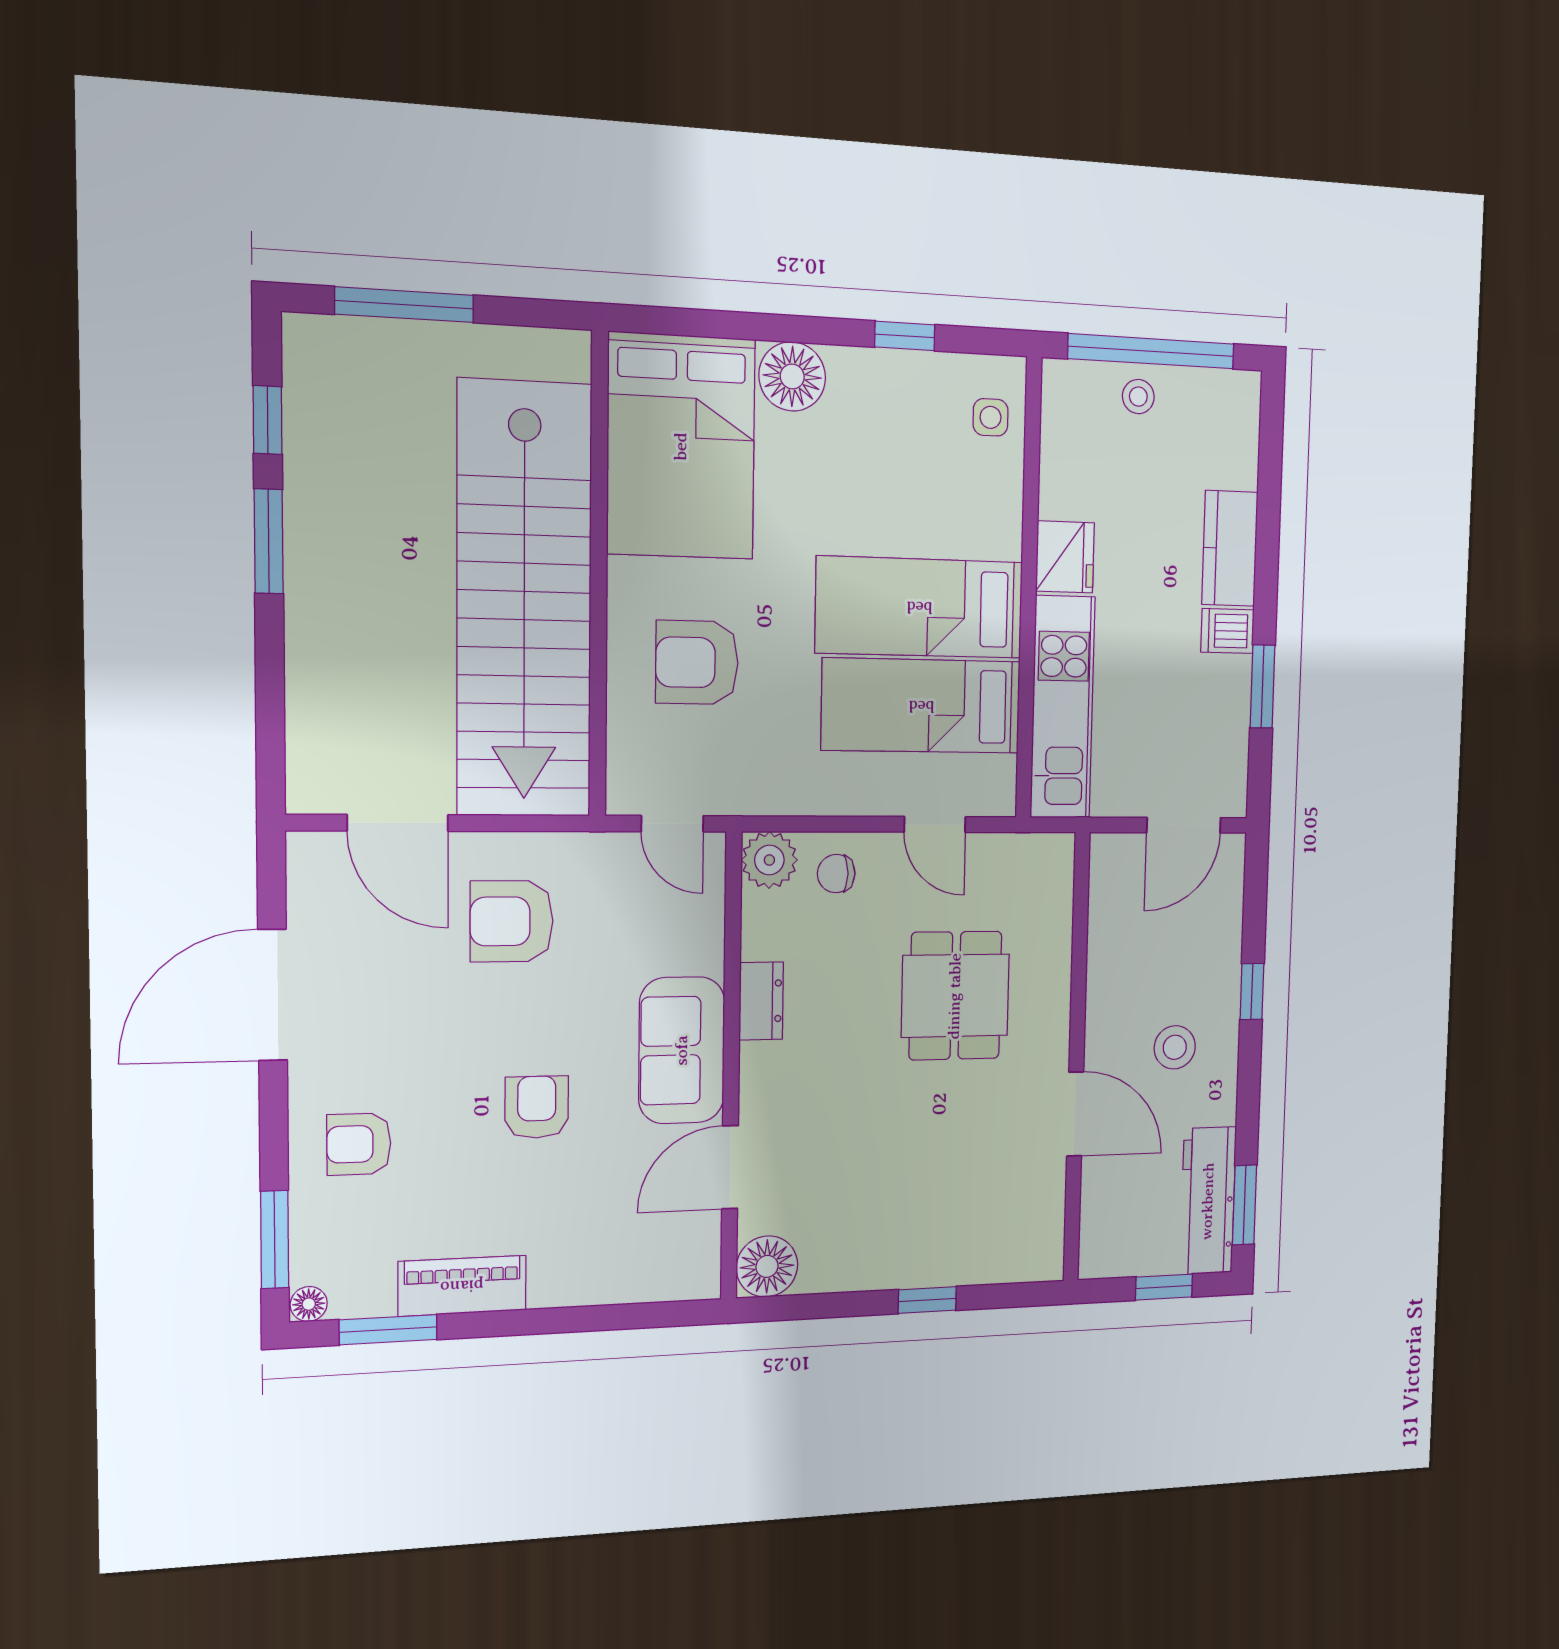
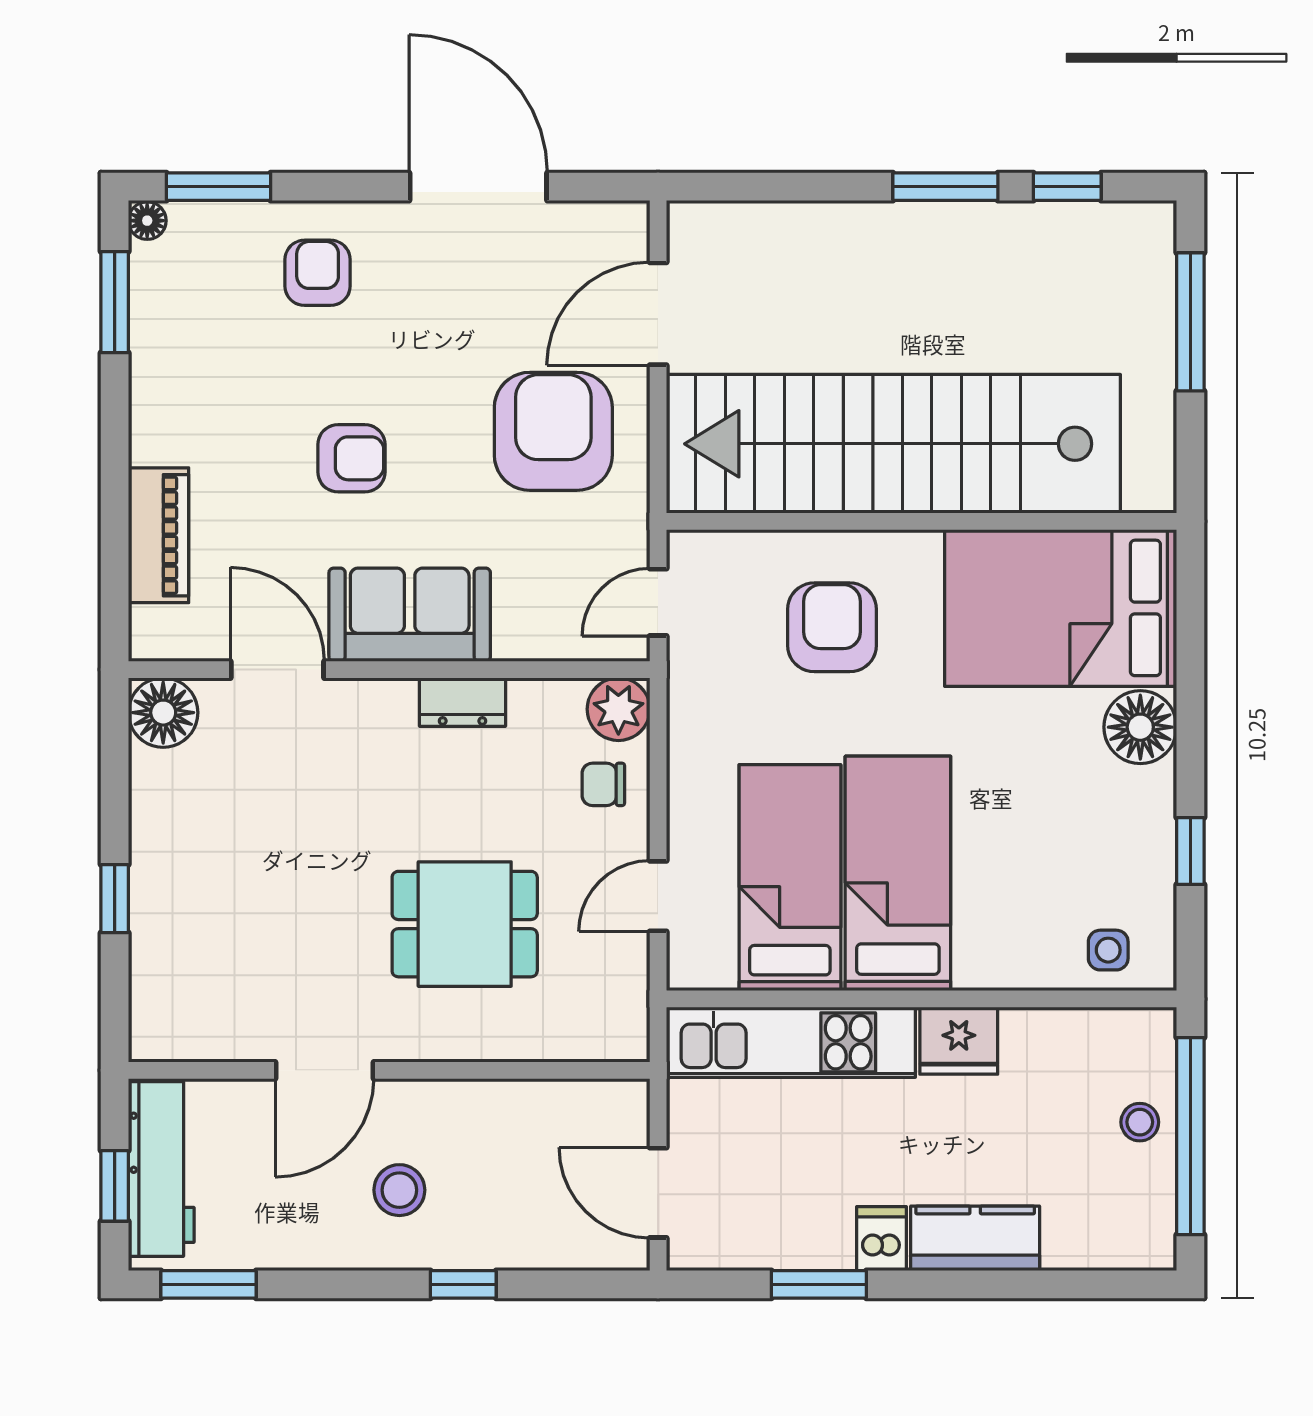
chair: (836, 874) -> (603, 784), turned -90
armchair: (512, 921) -> (553, 431), width x1.36, depth x1.36
workbench: (1208, 1201) -> (161, 1169), moved, turned 90
piano: (462, 1286) -> (159, 535), moved

